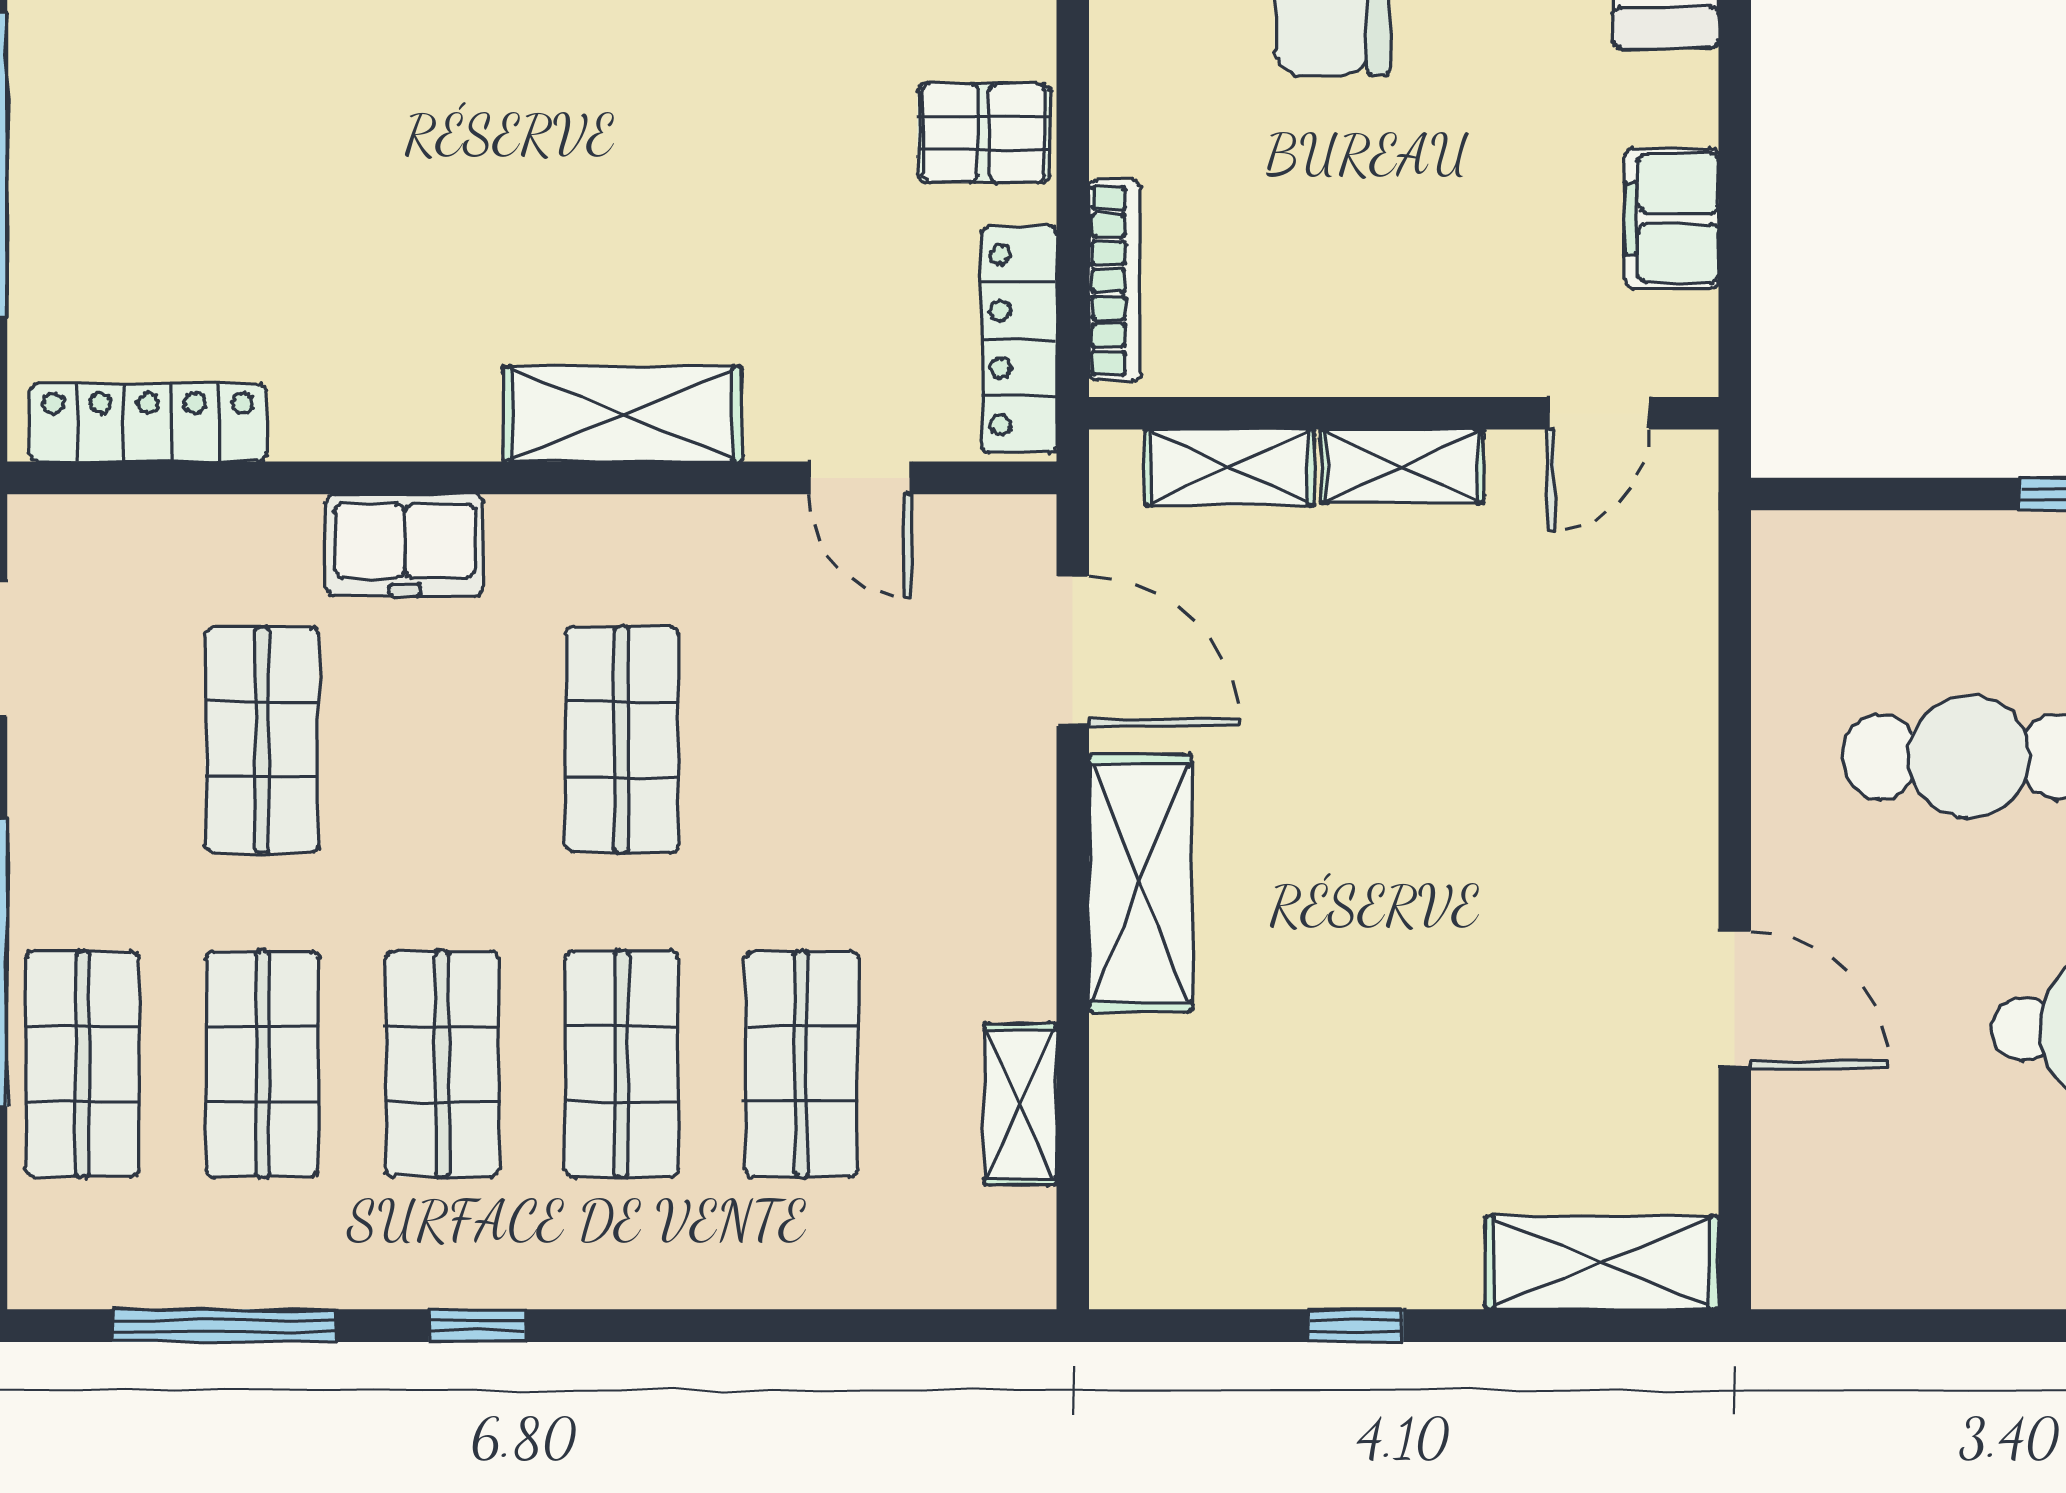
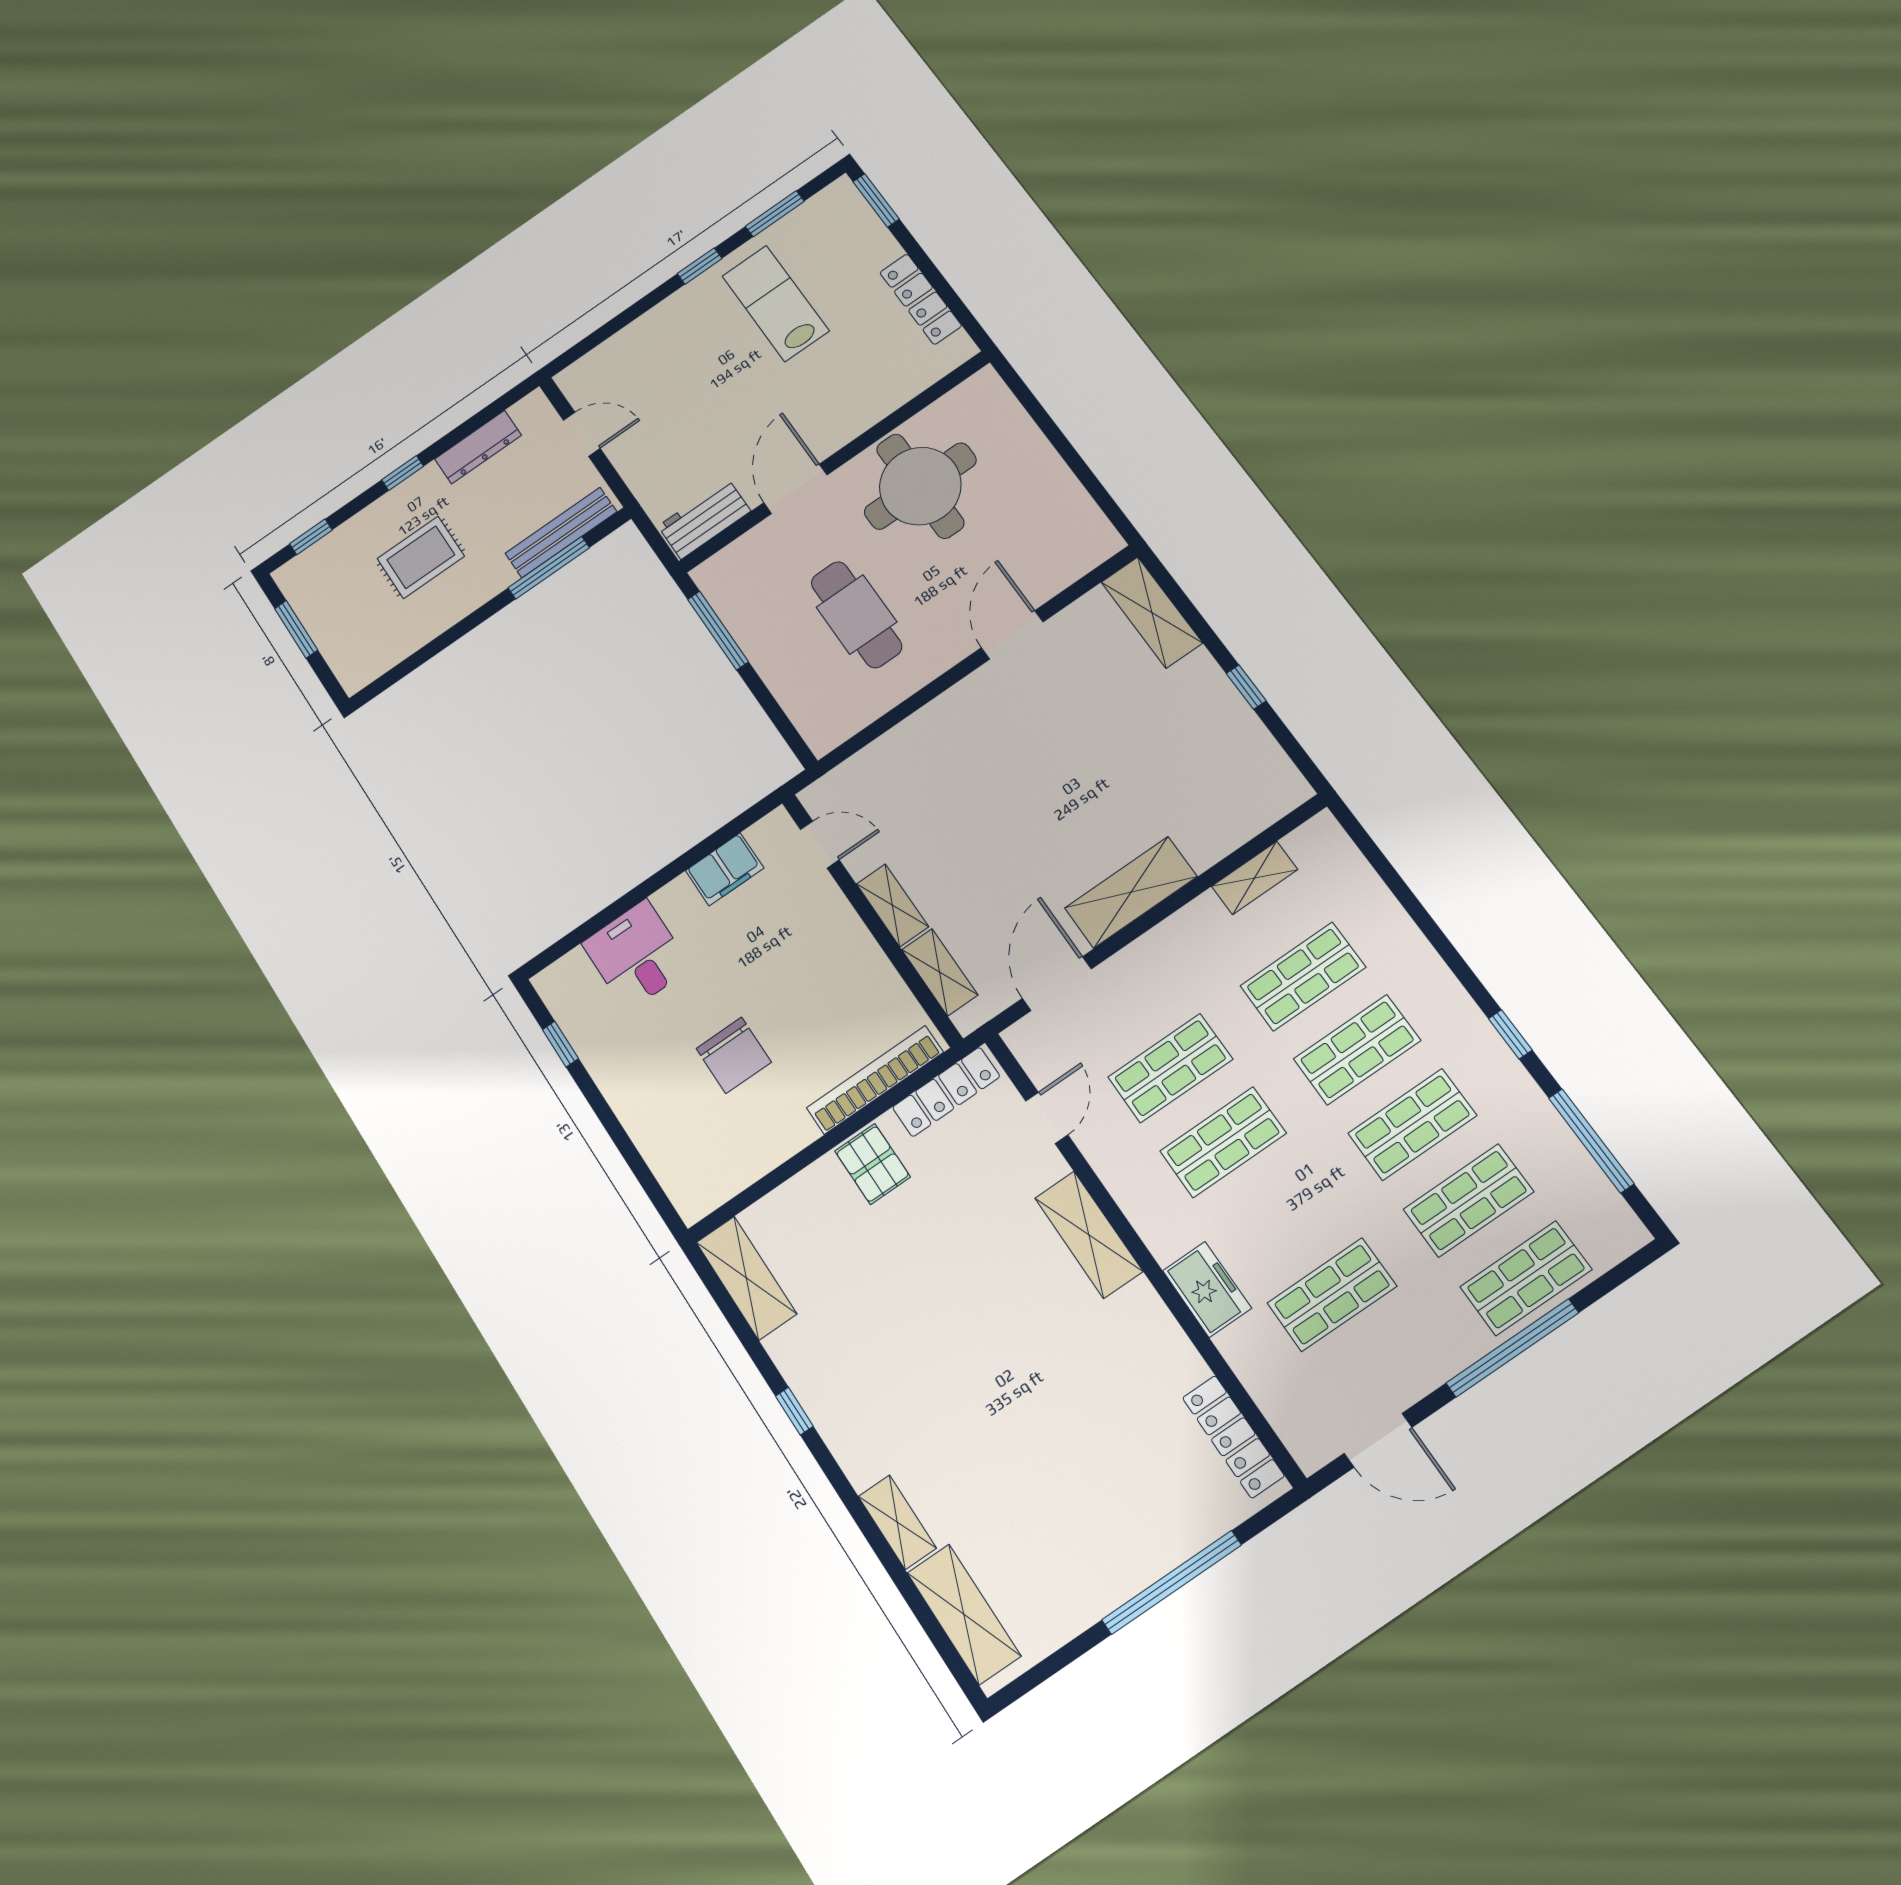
bookcase: (1115, 280) -> (875, 1080), width x1.48, depth x1.31
shop shelf: (801, 740) -> (1170, 1068), added

